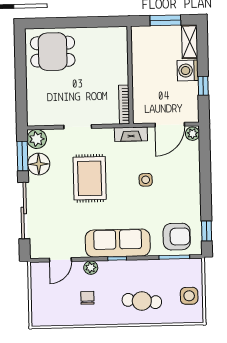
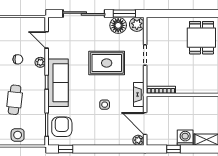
armchair: (177, 237) -> (62, 127), turned 180

